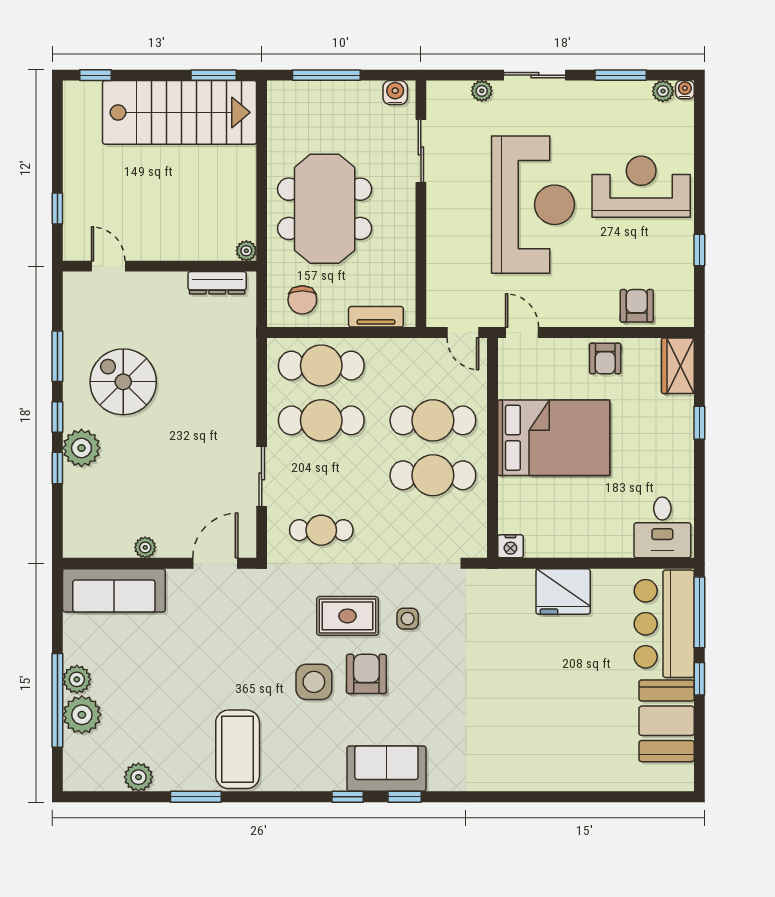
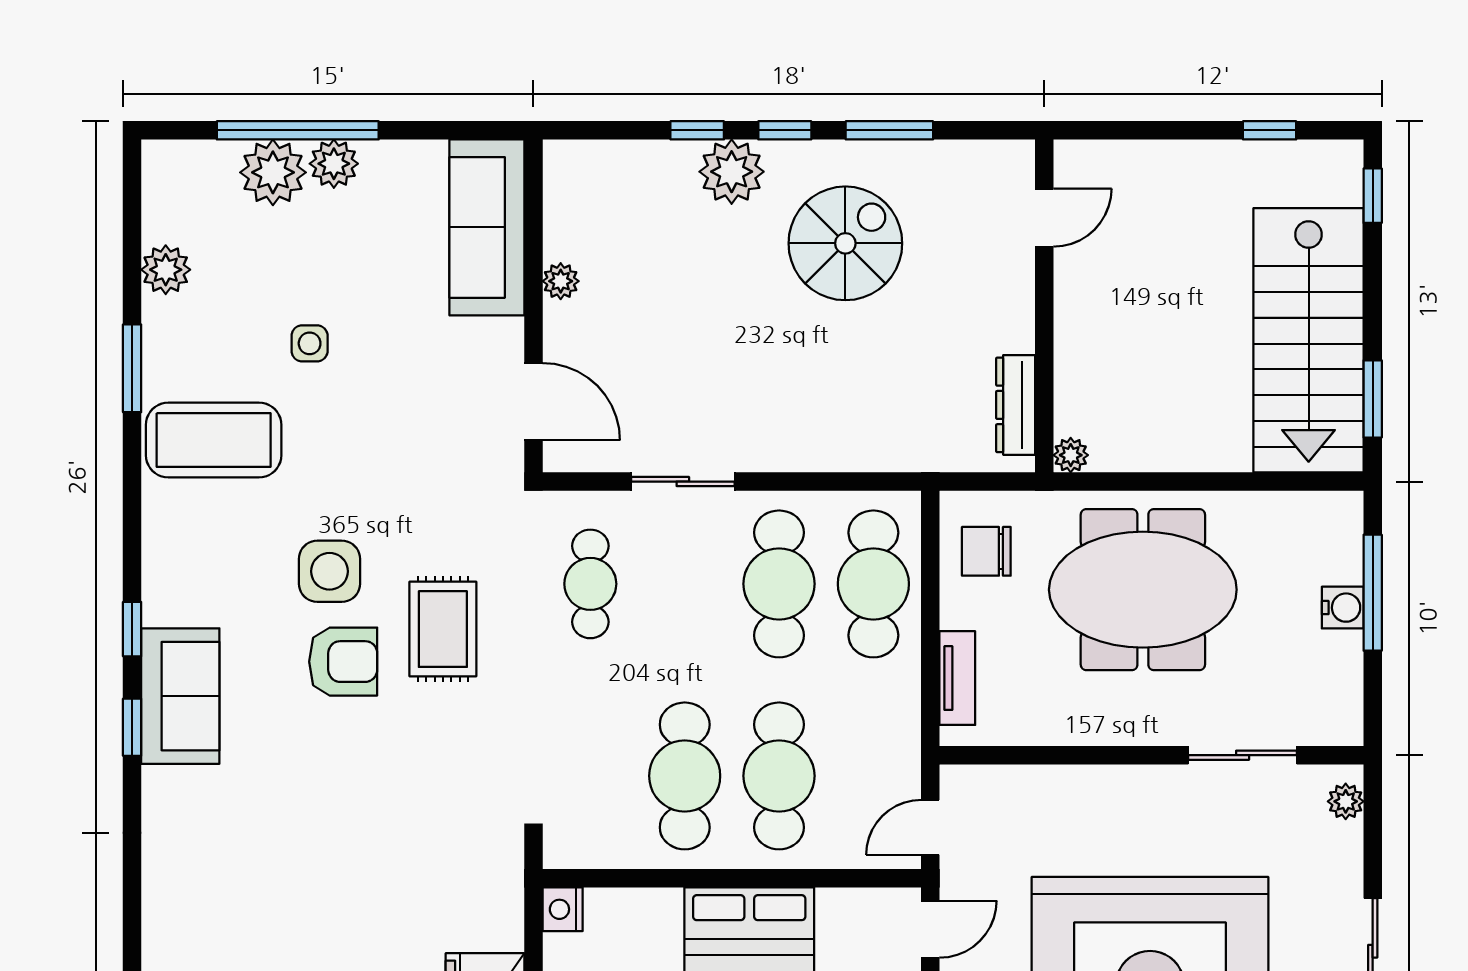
plant: (482, 91) -> (1346, 801), moved
water cooler: (395, 93) -> (1343, 608), moved
window: (57, 209) -> (1270, 130), moved
side table: (408, 619) -> (310, 343), moved

